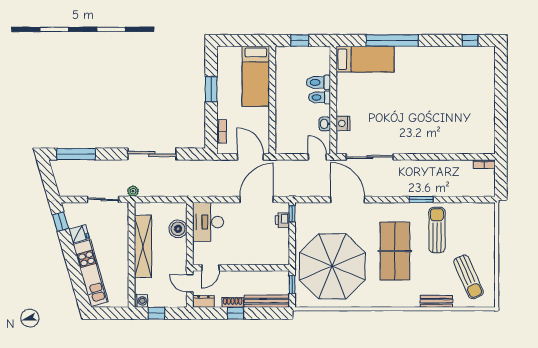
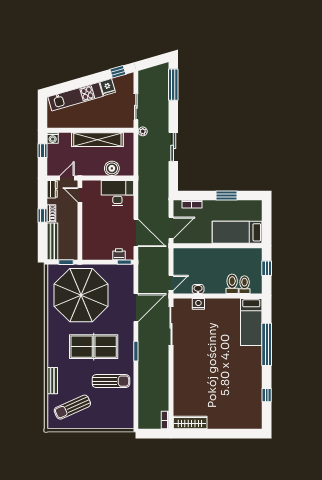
window: (470, 40) -> (267, 395), moved
toilet: (320, 97) -> (245, 285), moved
wardrobe: (487, 134) -> (190, 422), added
sliding door: (152, 154) -> (173, 147), width x0.73
window: (421, 200) -> (136, 351), moved

